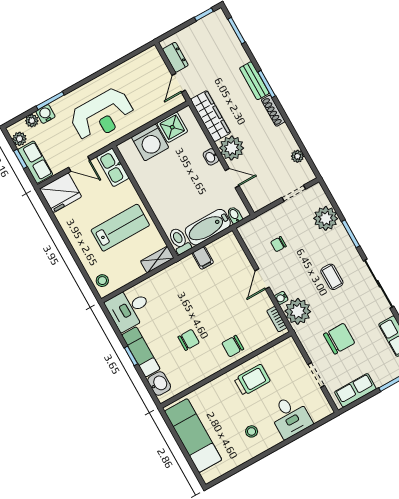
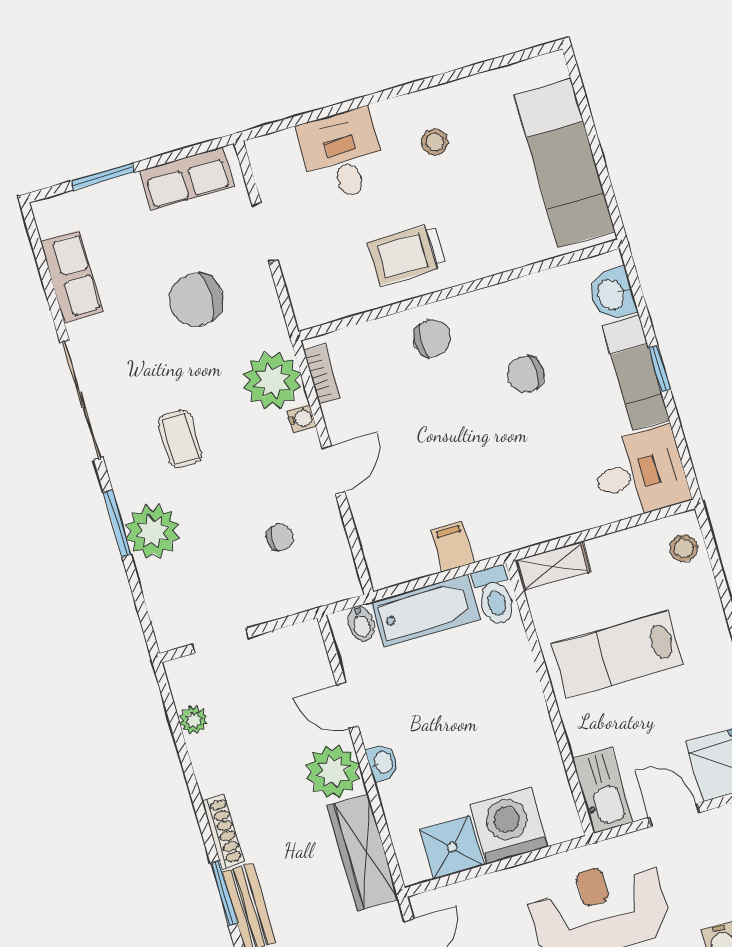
plant: (326, 218) -> (153, 532), moved

